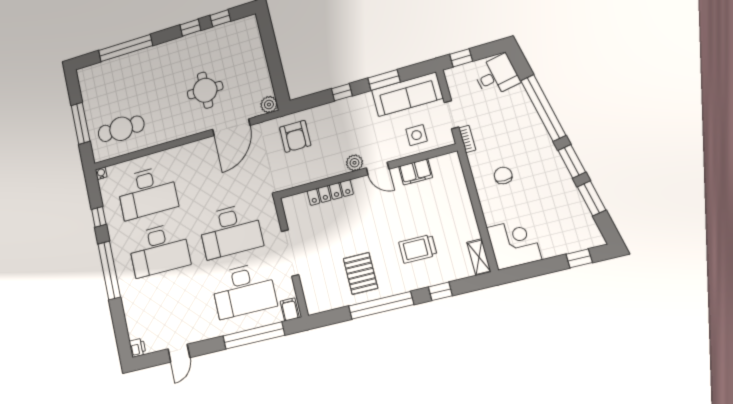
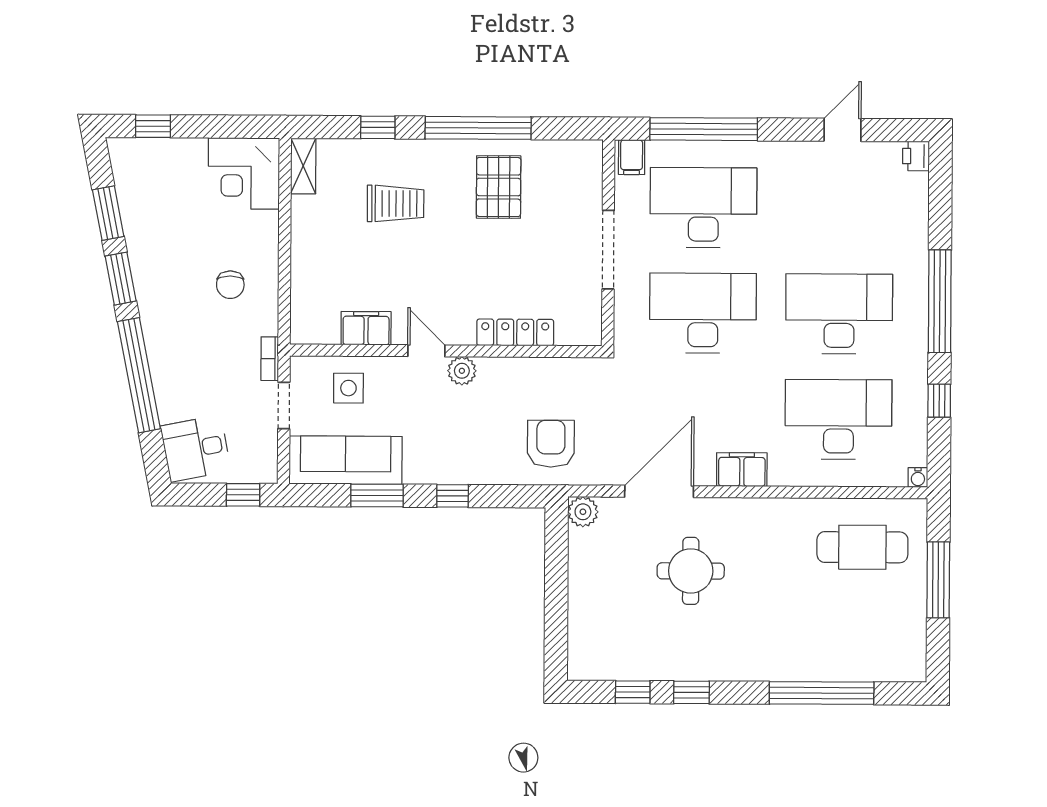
filing cabinet: (191, 152) -> (742, 469), added

